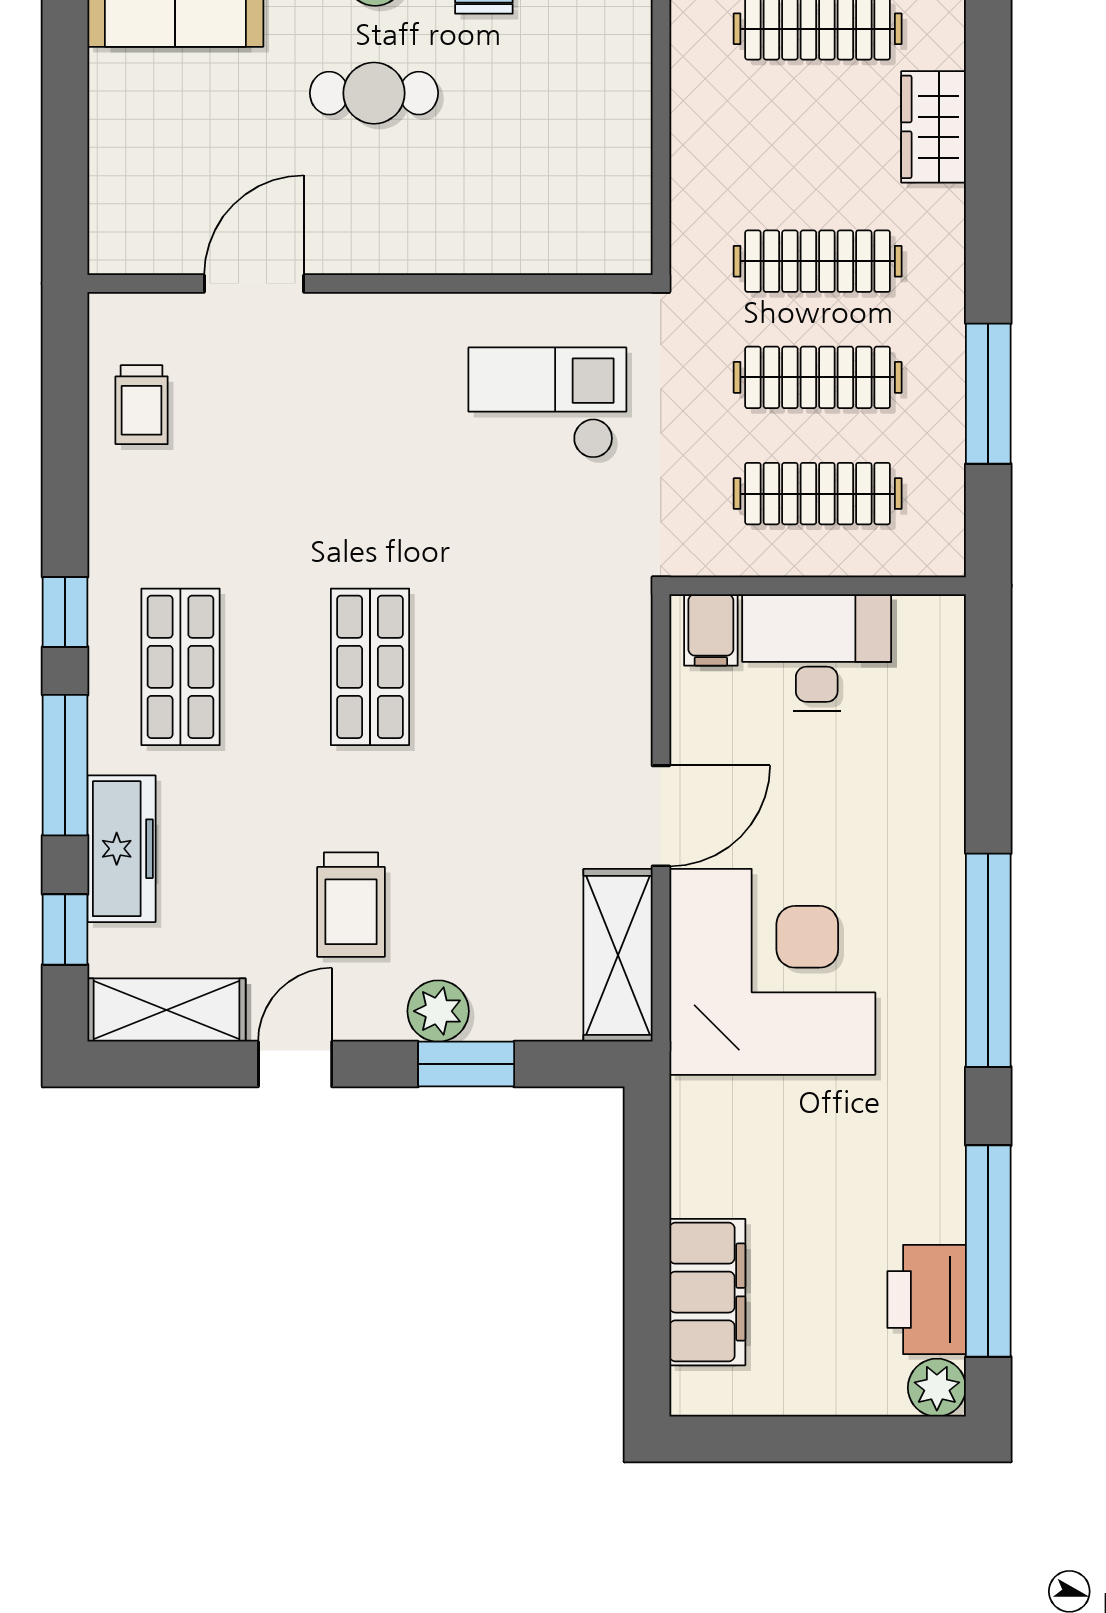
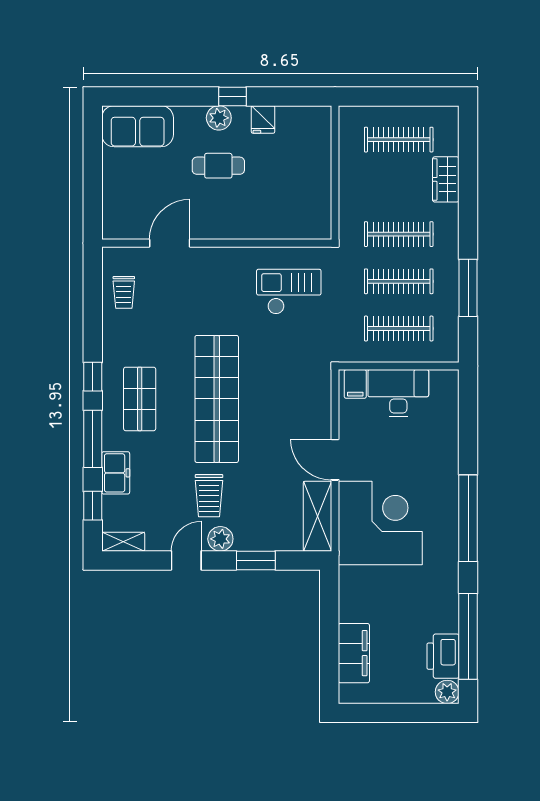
shop shelf: (370, 667) -> (217, 399), width x2.00, depth x1.36
door: (661, 816) -> (335, 460), swing flipped
freezer: (121, 849) -> (116, 473), width x0.71
shelving: (167, 1010) -> (123, 542), width x0.67, depth x0.75
plant: (438, 1011) -> (220, 539), moved

